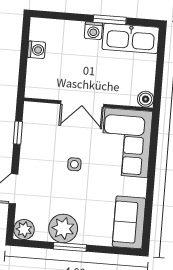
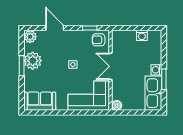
armchair: (38, 120) -> (99, 40), added

